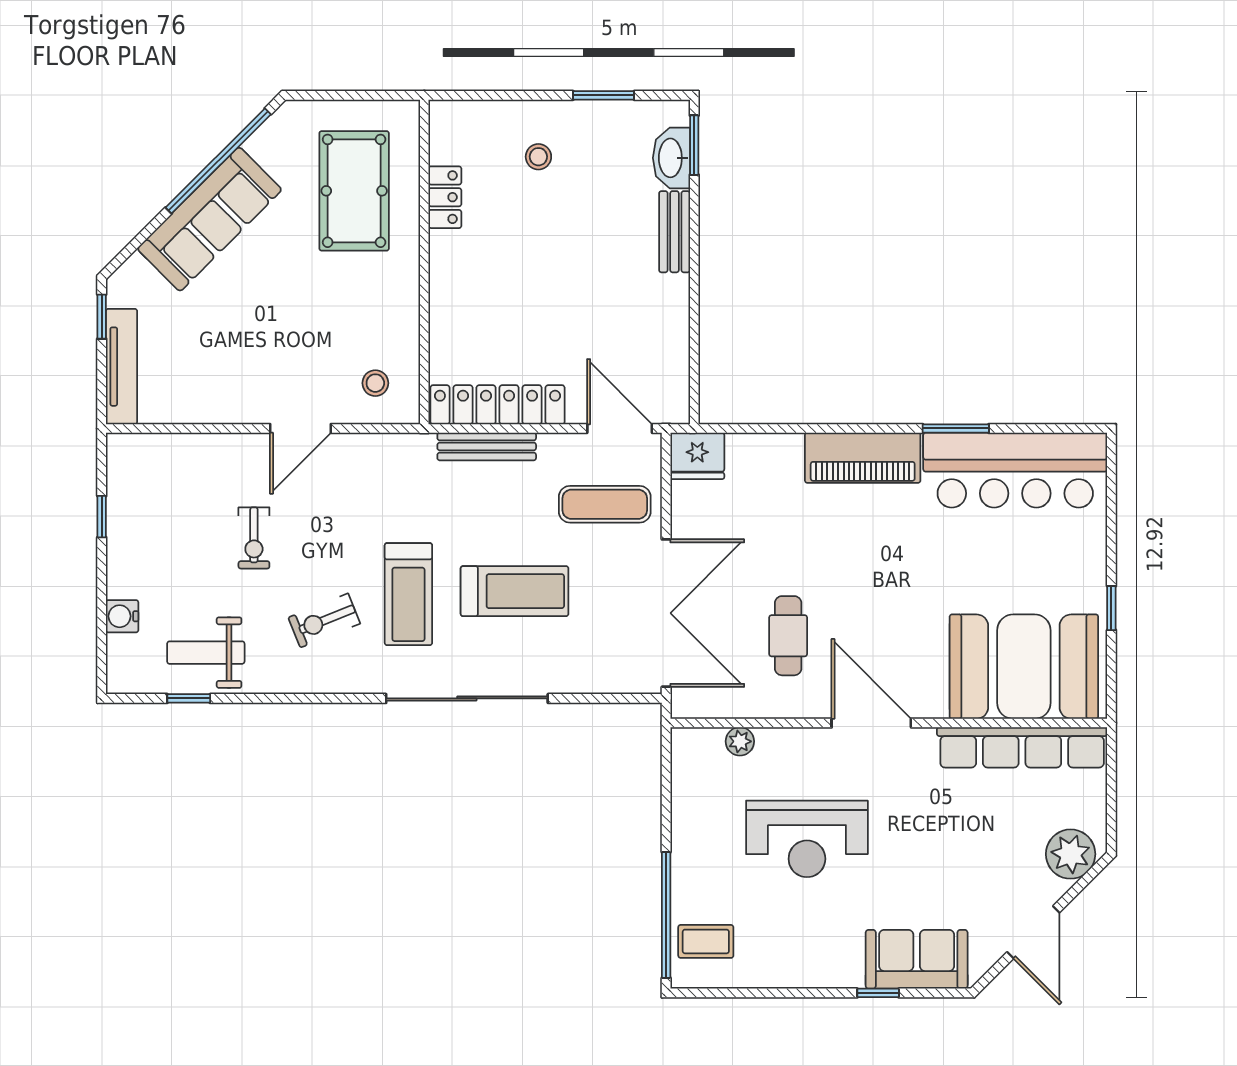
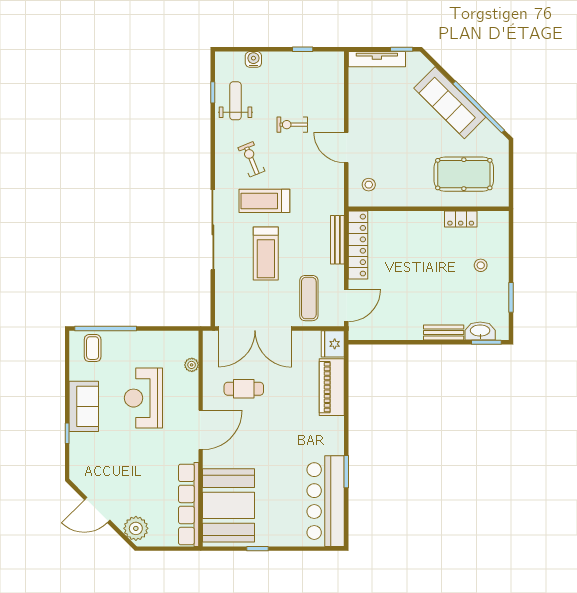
piano: (863, 458) -> (332, 387), moved
sofa: (917, 959) -> (84, 406), moved

